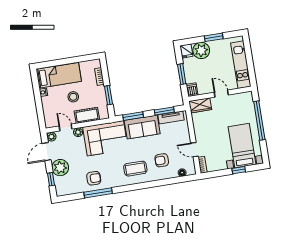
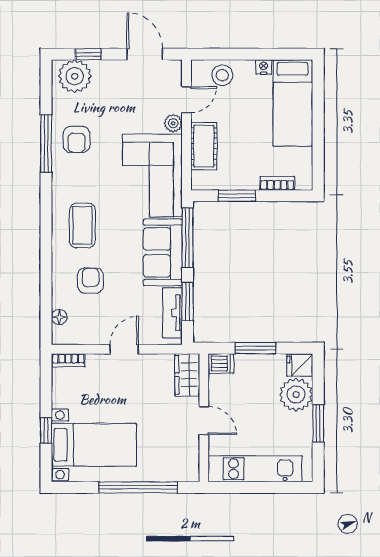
door: (221, 94) -> (204, 421), hinge flipped
stool: (73, 97) -> (222, 75), moved
window: (133, 116) -> (188, 238), width x1.44
plant: (51, 137) -> (173, 69), removed
door: (195, 150) -> (124, 349), moved
plant: (60, 168) -> (75, 76), moved

